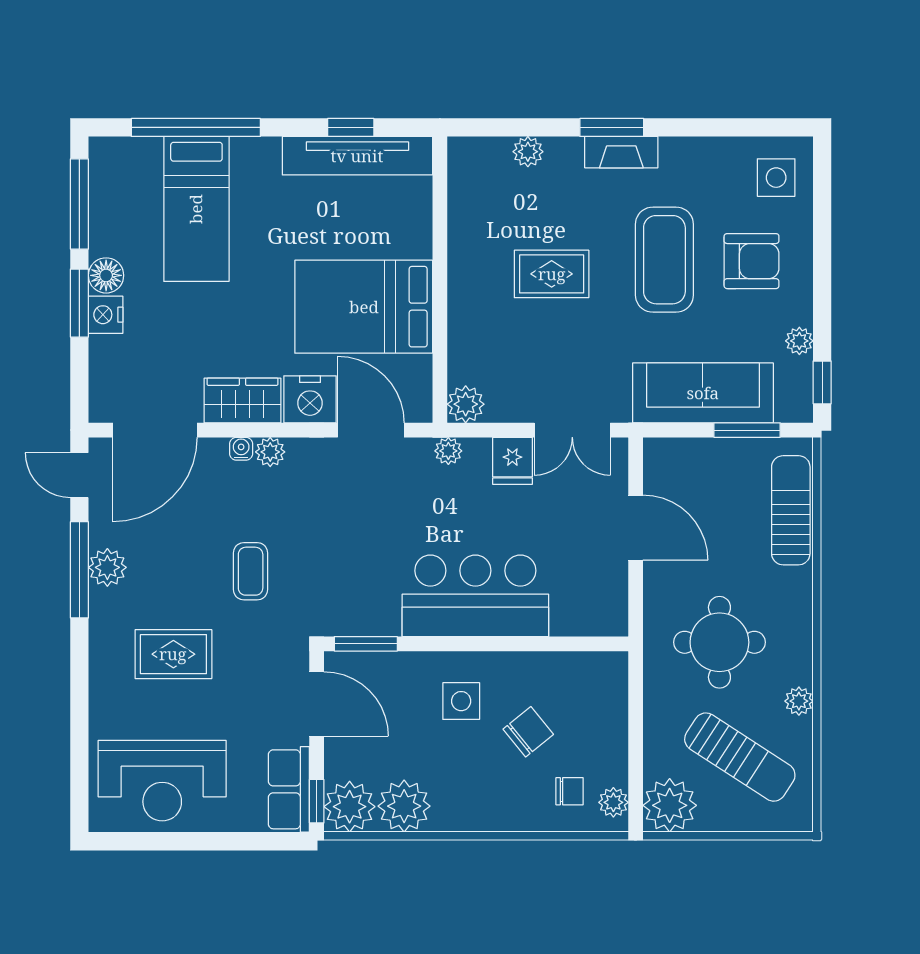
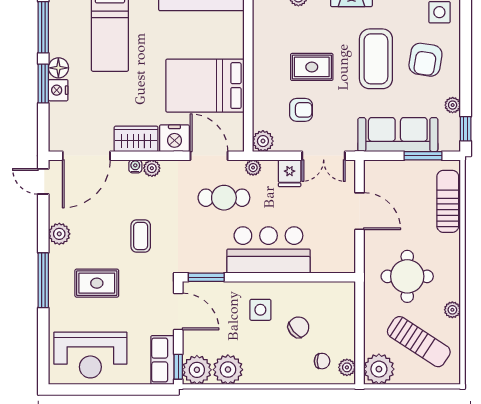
armchair: (752, 261) -> (425, 60), turned 99
armchair: (532, 349) -> (301, 110), added
cafe table: (397, 504) -> (224, 198), added
window: (79, 570) -> (43, 280), moved

